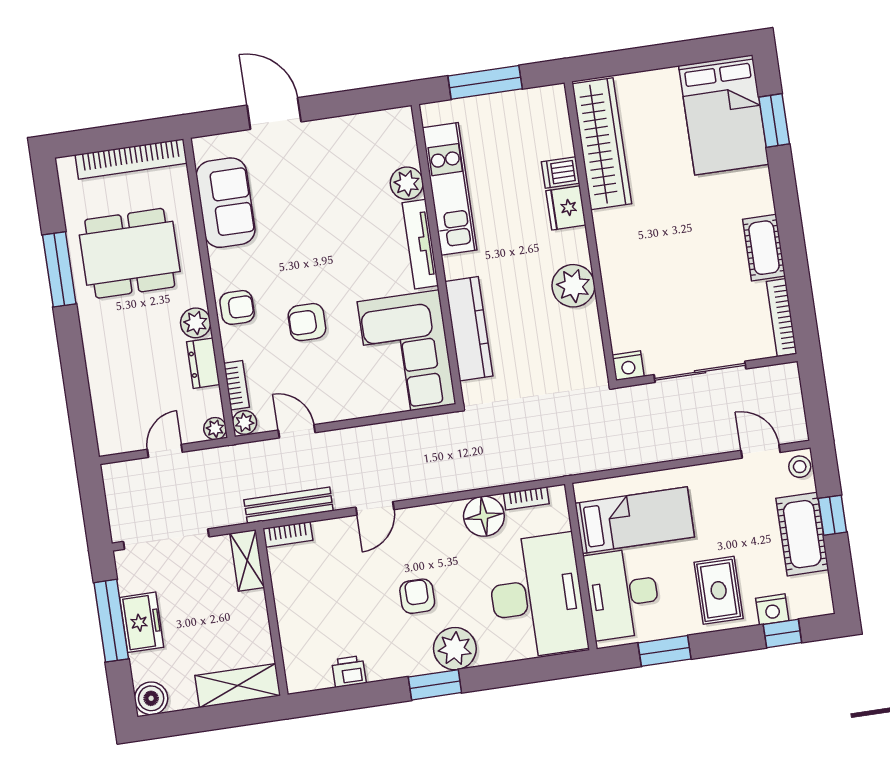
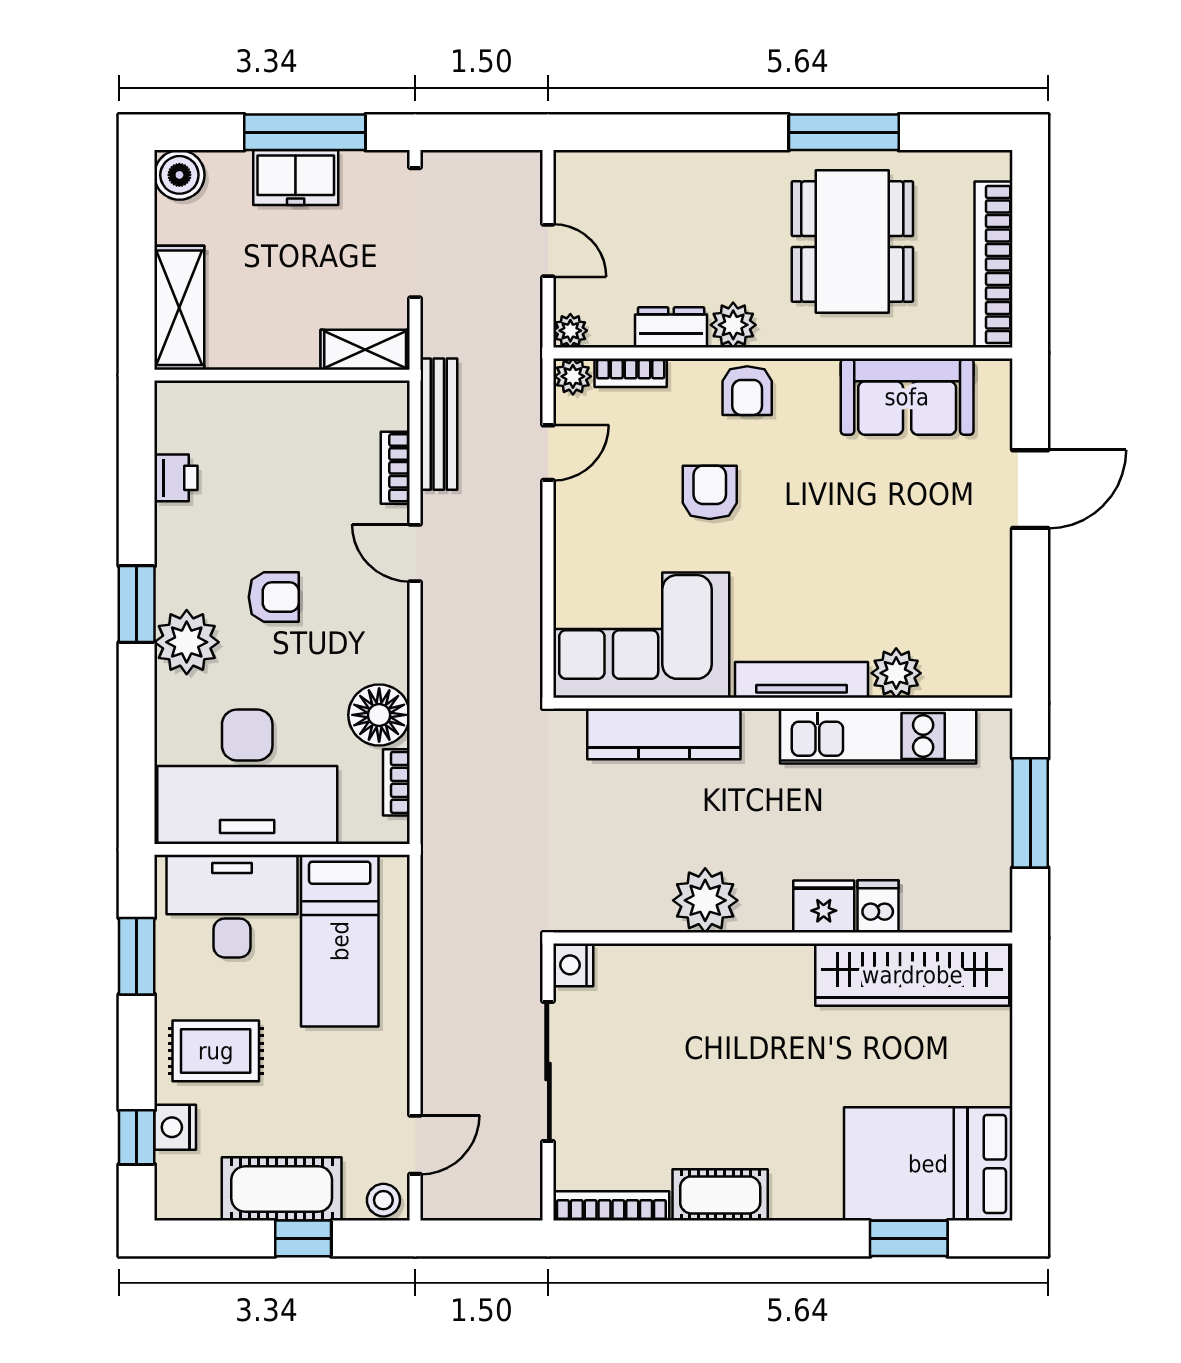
bookcase: (288, 534) -> (395, 468), moved

